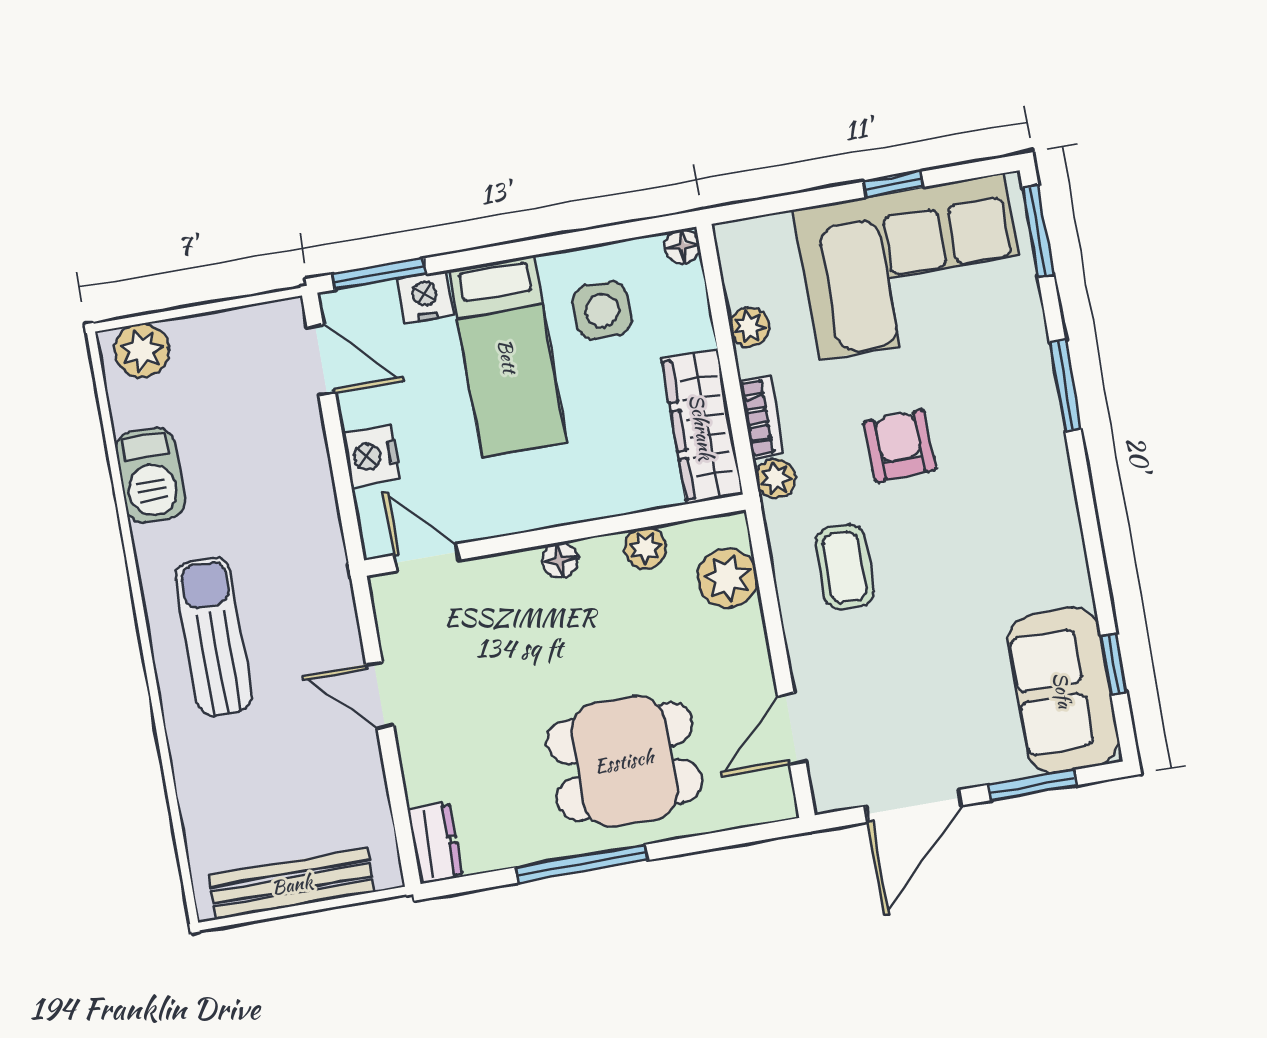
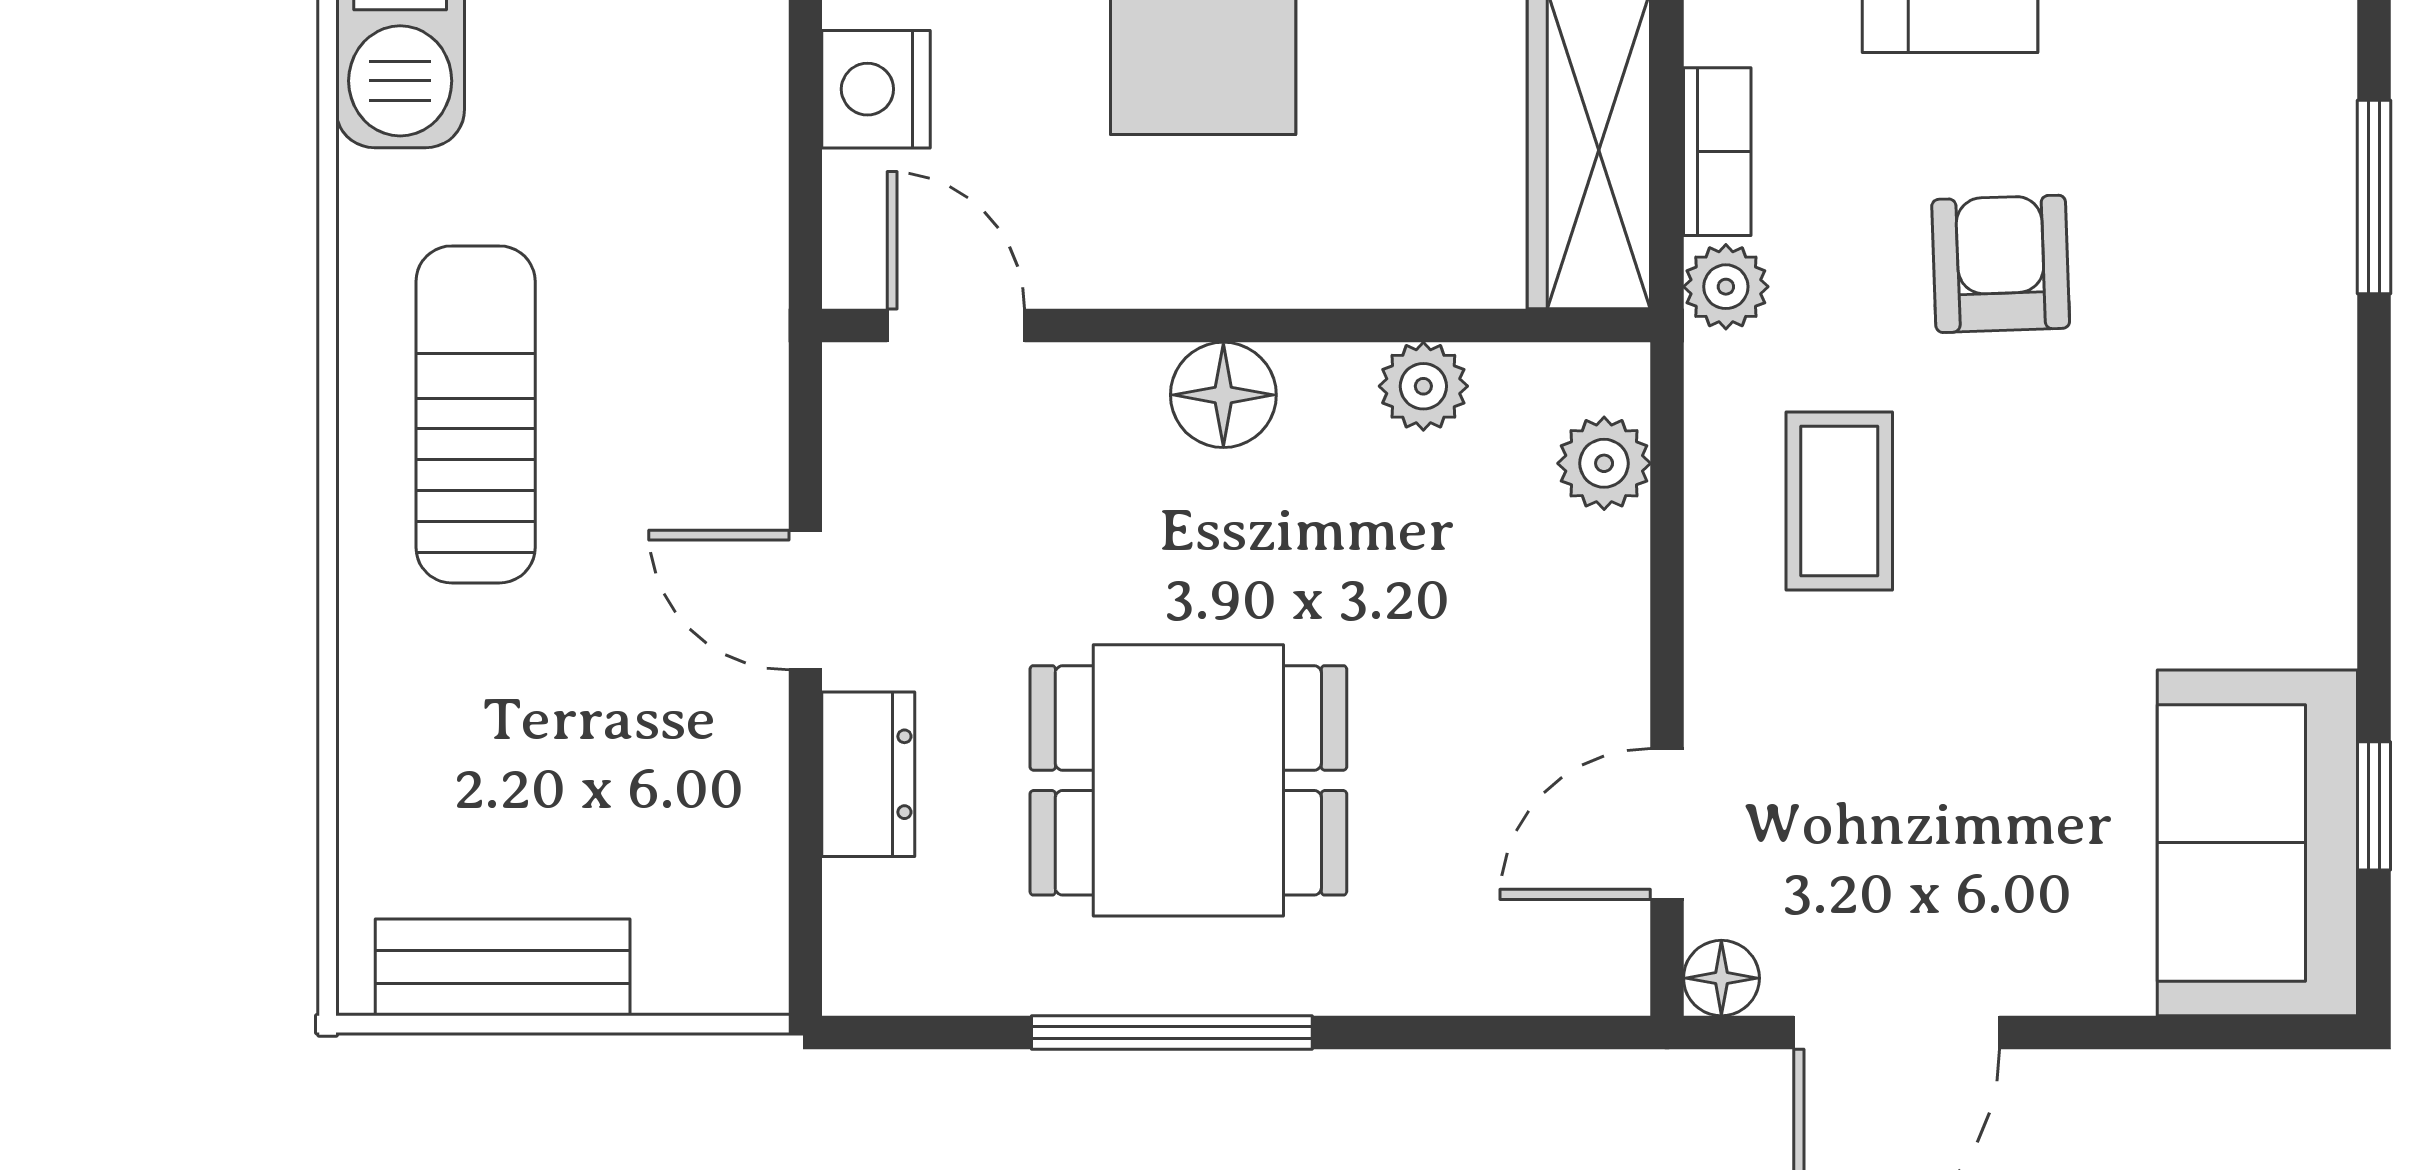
floor lamp: (560, 560) -> (1223, 395), width x1.37, depth x1.37
plant: (728, 578) -> (1604, 463), width x0.73, depth x0.73
dining table: (624, 761) -> (1188, 780), moved
window: (1032, 785) -> (2157, 1032), removed
floor lamp: (829, 795) -> (1721, 978), added
dresser: (435, 843) -> (868, 774), moved
bench: (292, 884) -> (503, 967), width x0.73

